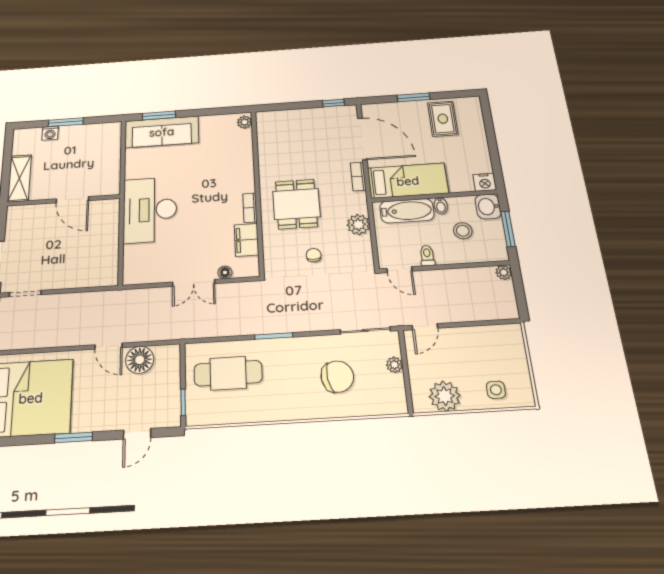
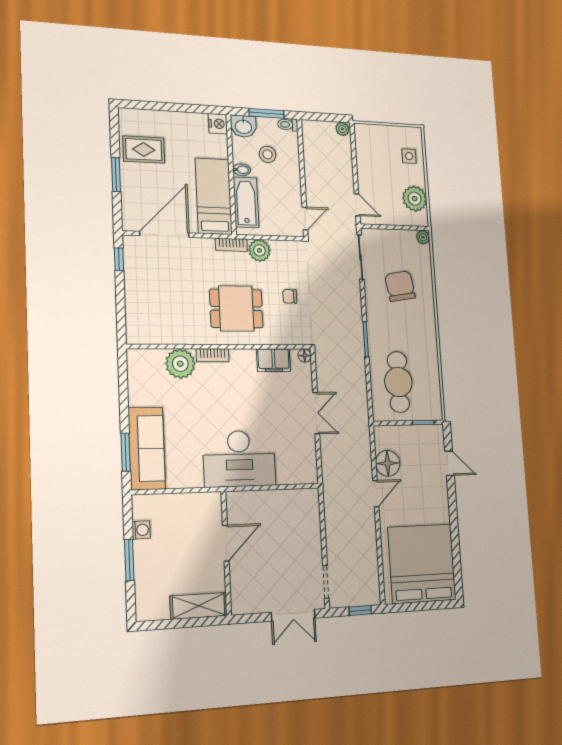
plant: (245, 122) -> (180, 364), moved, width x1.87, depth x1.87
washing machine: (50, 133) -> (141, 530), moved
bookcase: (358, 177) -> (231, 245), moved
bookcase: (250, 208) -> (212, 355), moved
toilet: (427, 256) -> (288, 125), moved
floor lamp: (225, 272) -> (305, 356), moved
plant: (504, 272) -> (342, 129), moved
plant: (394, 365) -> (423, 237), moved
window: (74, 437) -> (454, 520), removed

